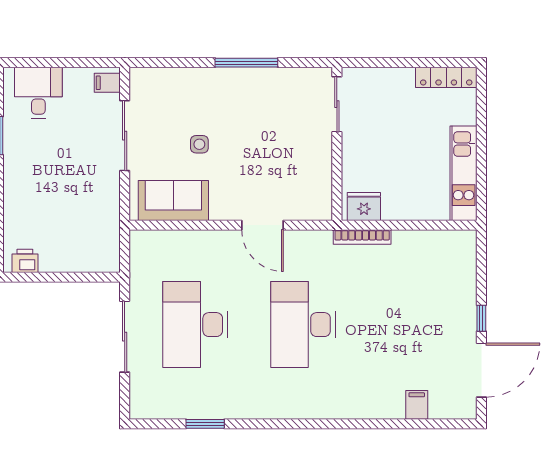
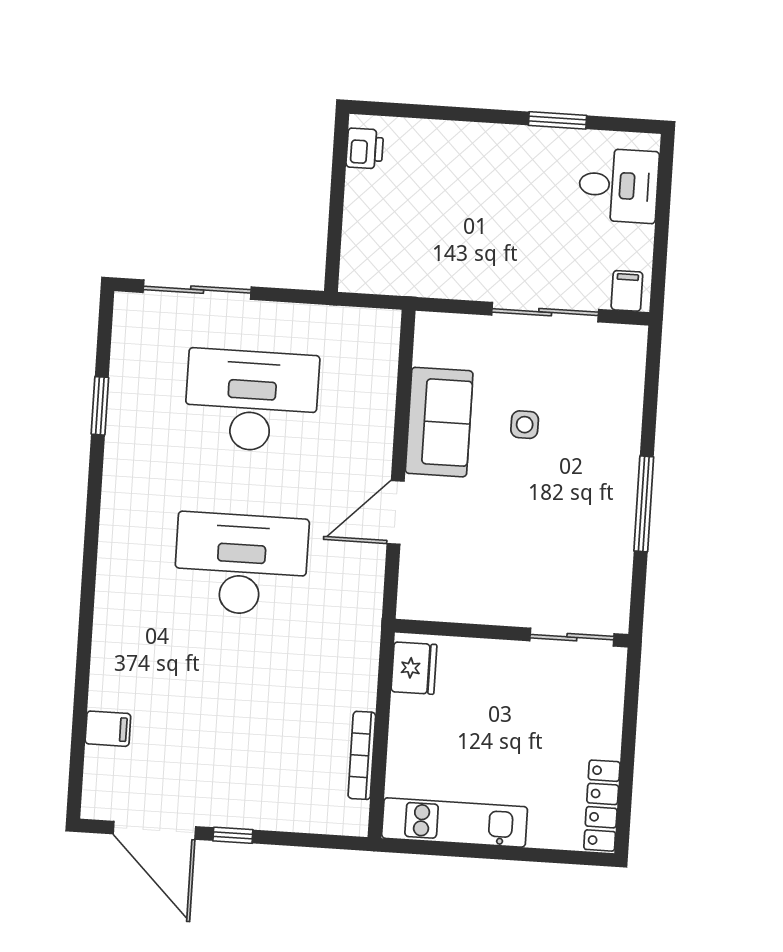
sofa: (173, 200) -> (439, 422), moved
bookcase: (362, 237) -> (362, 755), moved
sliding door: (125, 337) -> (197, 290), moved

